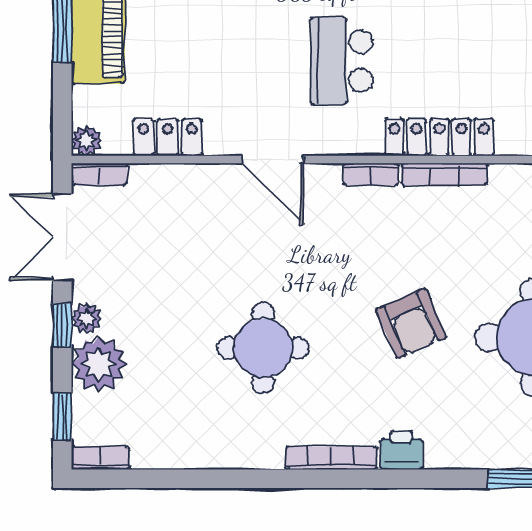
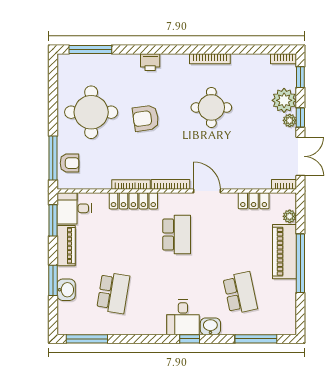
plant: (87, 141) -> (290, 216), moved
bookcase: (371, 174) -> (171, 184), width x1.56
armchair: (411, 324) -> (146, 118), turned -74
bookcase: (331, 458) -> (210, 59), moved

